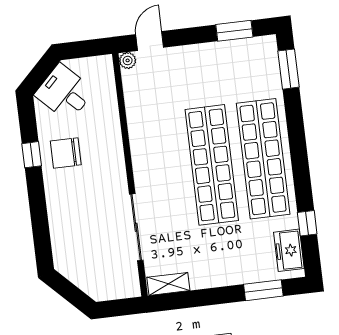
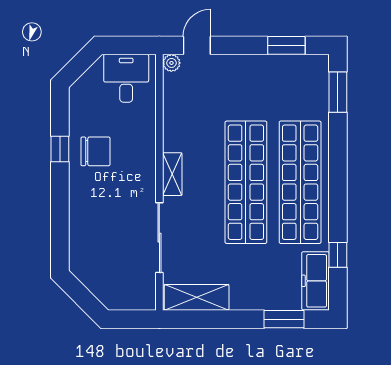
desk: (64, 93) -> (126, 78), moved, turned 45
chair: (66, 153) -> (95, 151), turned 180
shelving: (141, 166) -> (172, 174), added
freezer: (289, 250) -> (315, 281), width x1.40
shelving: (168, 284) -> (197, 297), width x1.50, depth x1.33

